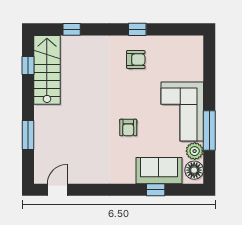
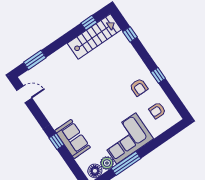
armchair: (128, 127) -> (157, 110), moved
window: (28, 135) -> (35, 60), moved
sofa: (159, 171) -> (73, 139), moved
window: (156, 190) -> (57, 141), moved

